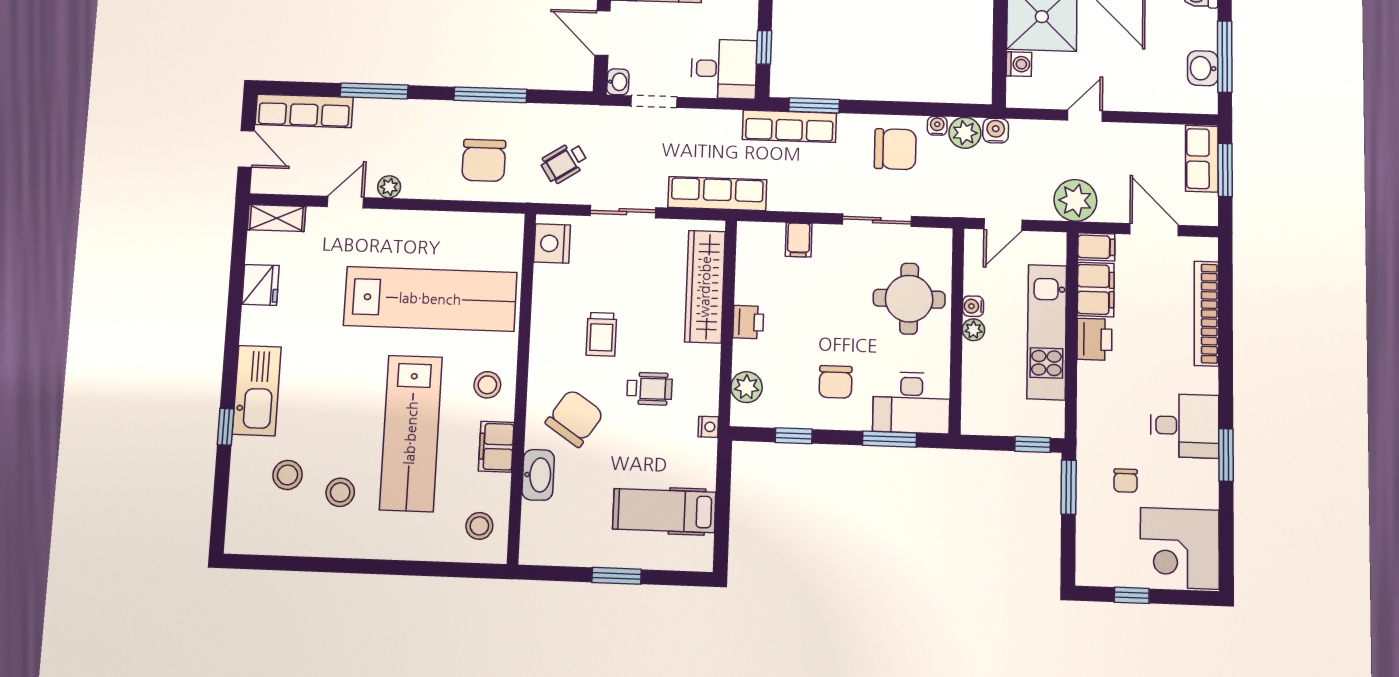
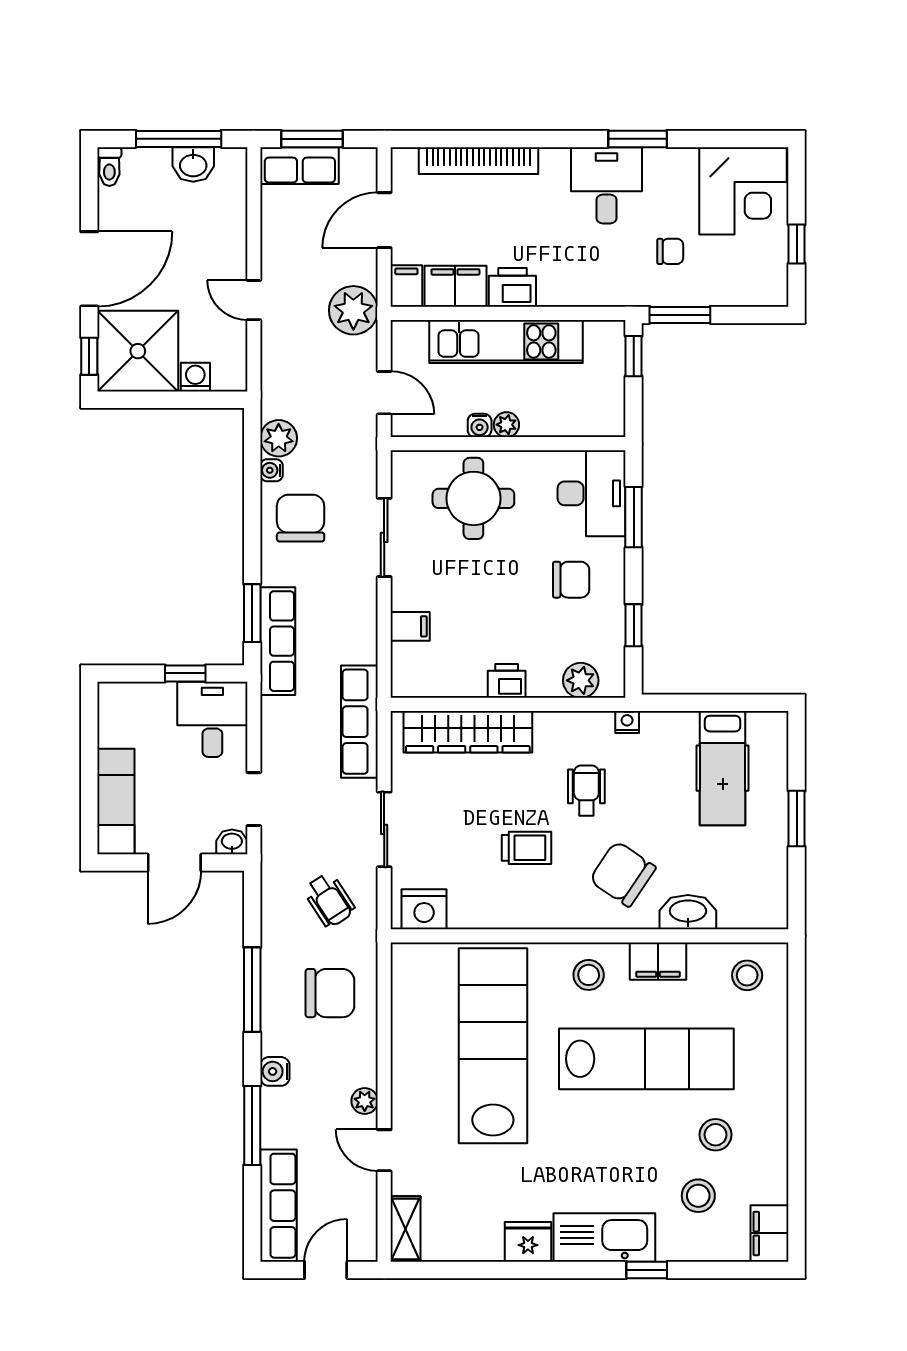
water cooler: (996, 131) -> (275, 1071), moved
fridge: (261, 285) -> (528, 1242), moved
filing cabinet: (250, 537) -> (769, 1233), added

